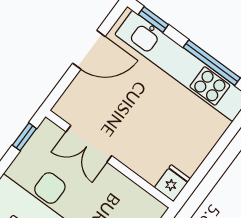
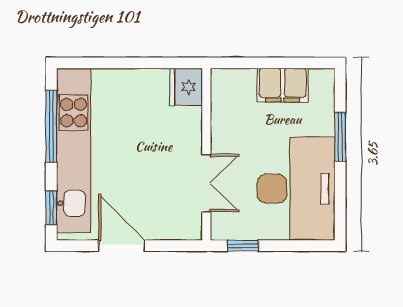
fridge: (172, 183) -> (186, 87), width x1.38

